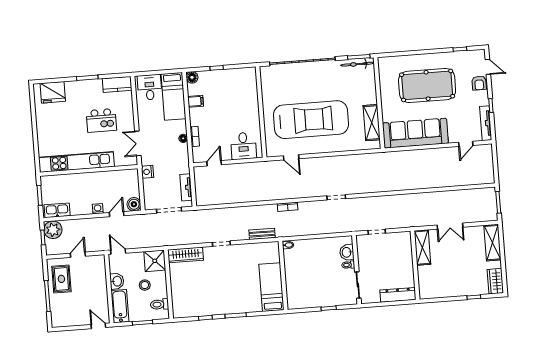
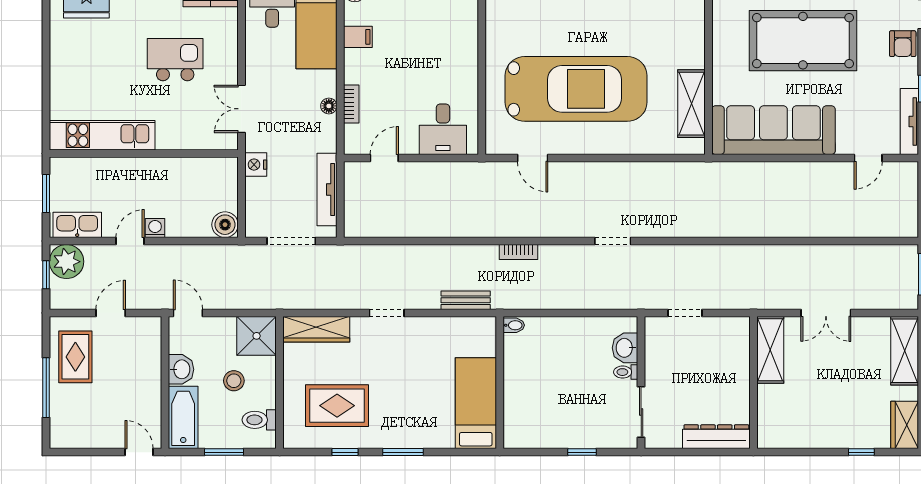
kitchen island: (101, 120) -> (175, 60), turned 180
kitchen unit: (76, 162) -> (102, 135), width x0.73
tv unit: (186, 187) -> (327, 190), width x1.41
door: (117, 214) -> (130, 241), moved
rug: (199, 294) -> (337, 406), added

